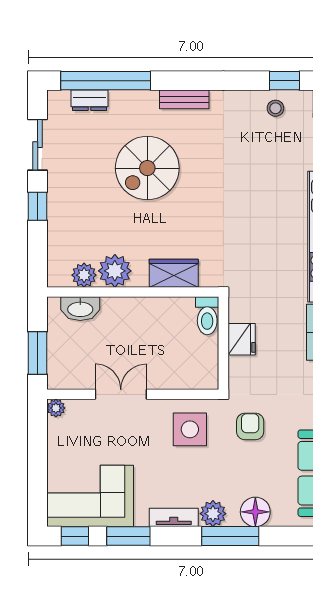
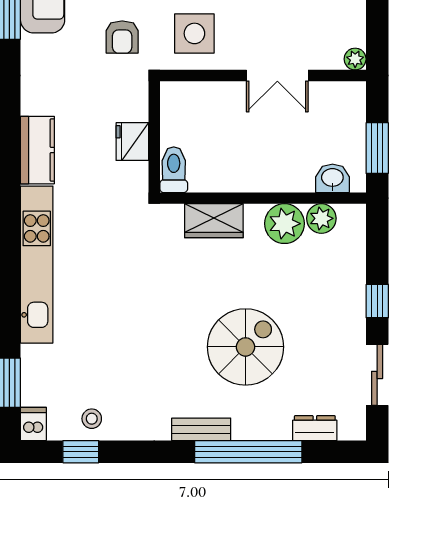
window: (106, 81) -> (248, 452), moved
washbasin: (80, 309) -> (332, 178), width x0.72
window: (38, 353) -> (377, 148), moved

